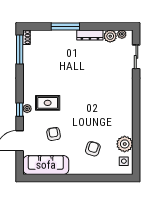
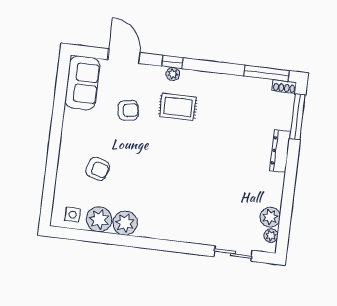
window: (65, 26) -> (298, 117), moved
dresser: (90, 35) -> (280, 151), moved
rug: (48, 103) -> (178, 107), turned 90
plant: (125, 127) -> (125, 223), added
sofa: (46, 165) -> (82, 83), width x0.73

